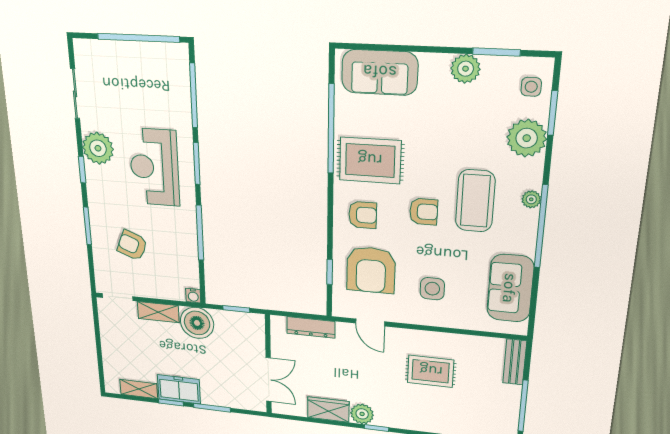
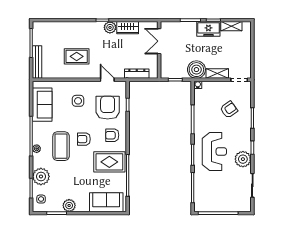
armchair: (132, 245) -> (229, 110), turned -57
bench: (515, 362) -> (37, 62), width x1.36

